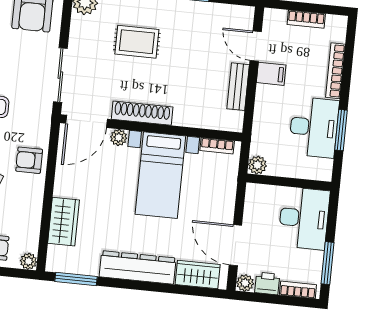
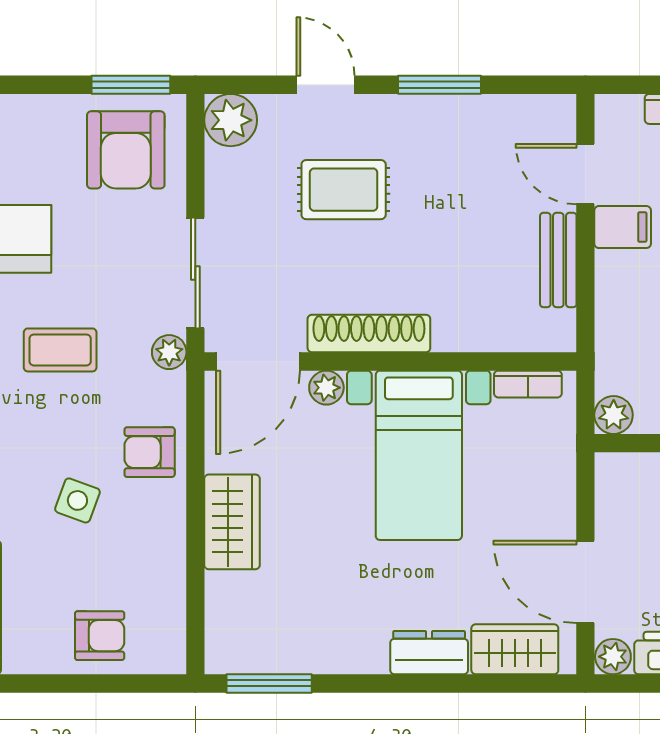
wardrobe: (64, 222) -> (232, 522), moved
plant: (29, 261) -> (169, 352), moved
dresser: (138, 267) -> (429, 653), width x0.51, depth x0.80

